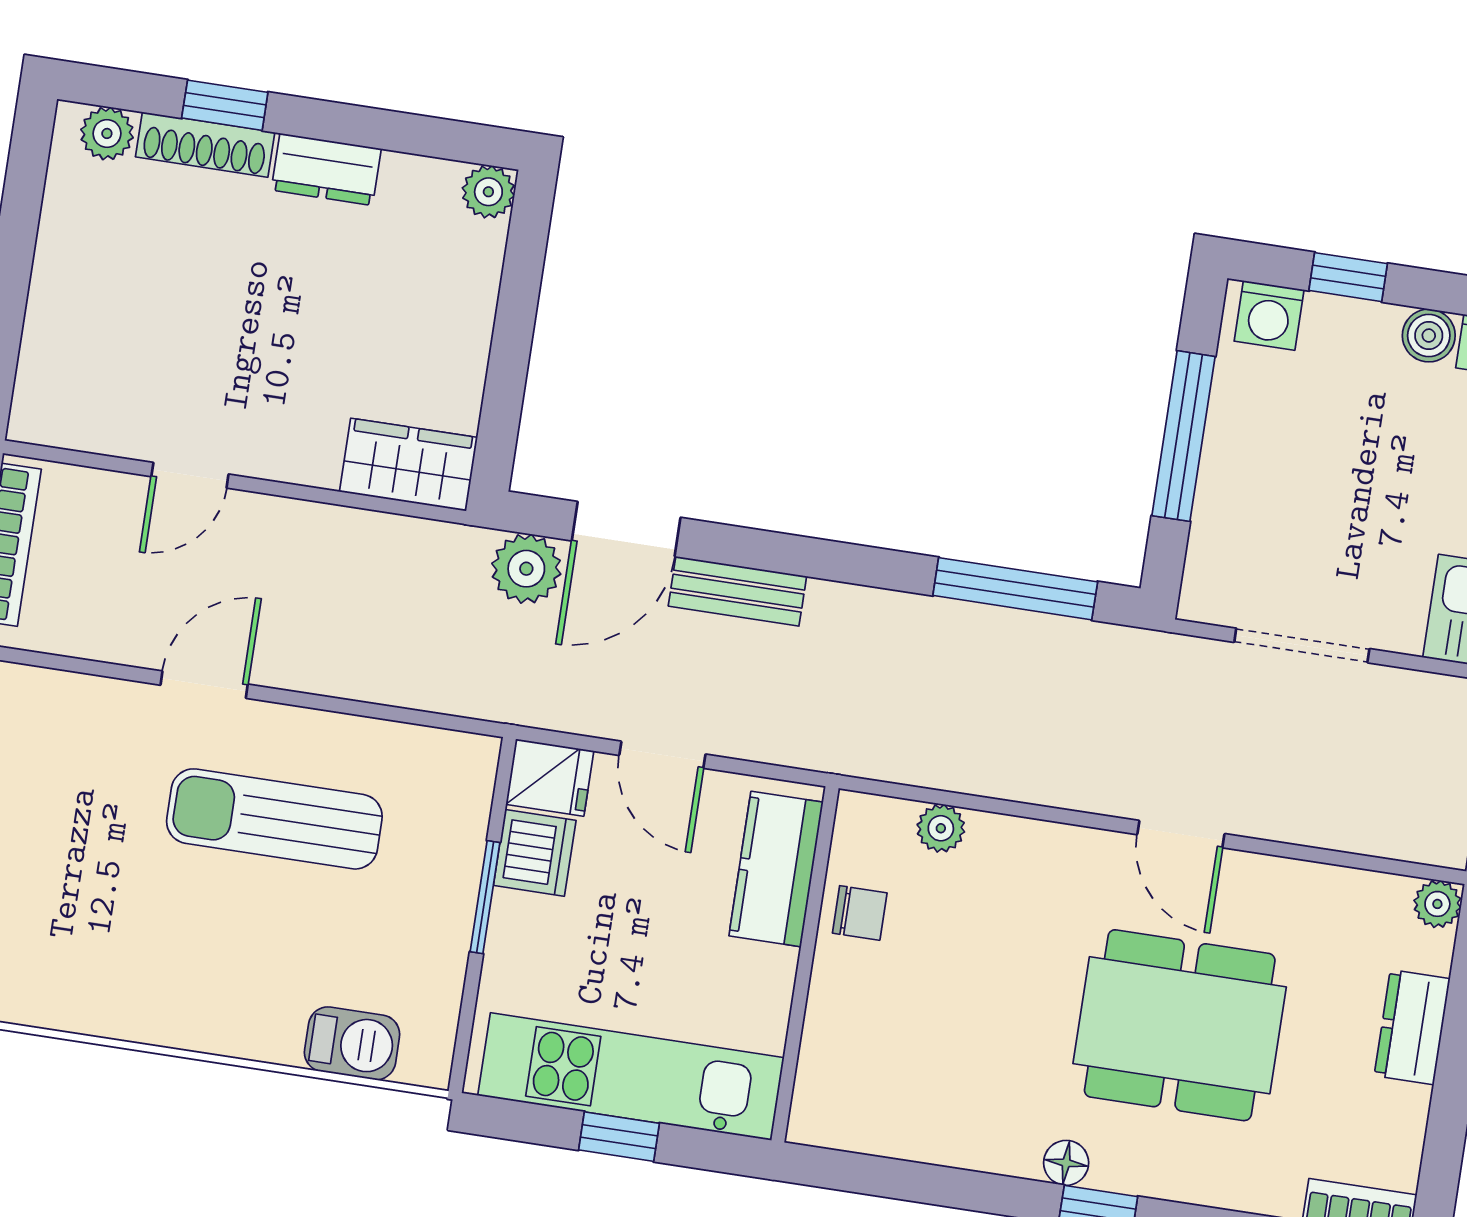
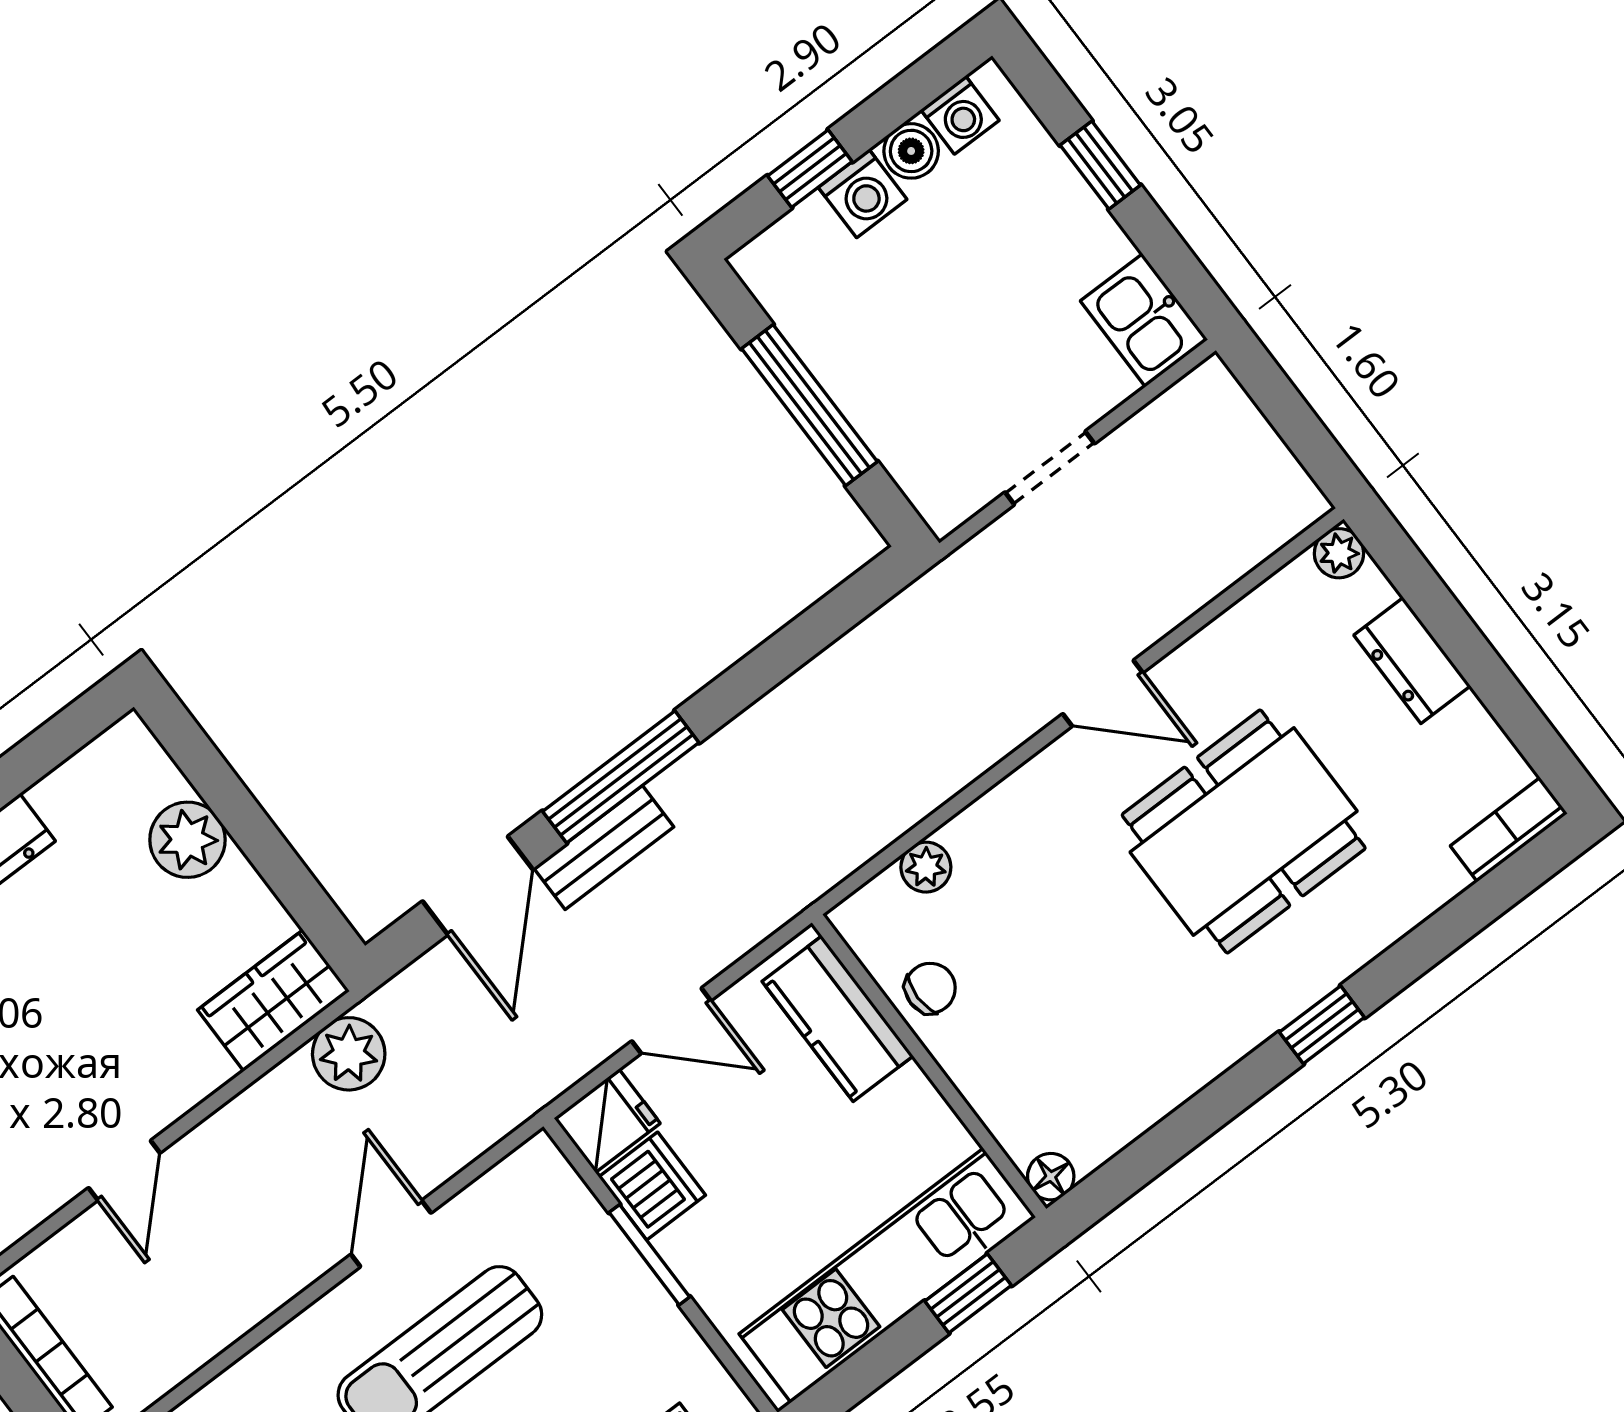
plant: (488, 192) -> (188, 840), moved, width x1.38, depth x1.38
washing machine: (1269, 315) -> (863, 193), moved
plant: (526, 569) -> (349, 1054), moved
window: (1015, 589) -> (621, 777), moved
doorway: (1302, 645) -> (1050, 468), width x0.73
door: (204, 685) -> (391, 1234), moved
window: (619, 1137) -> (968, 1293), moved
floor lamp: (1066, 1163) -> (1051, 1177), moved

